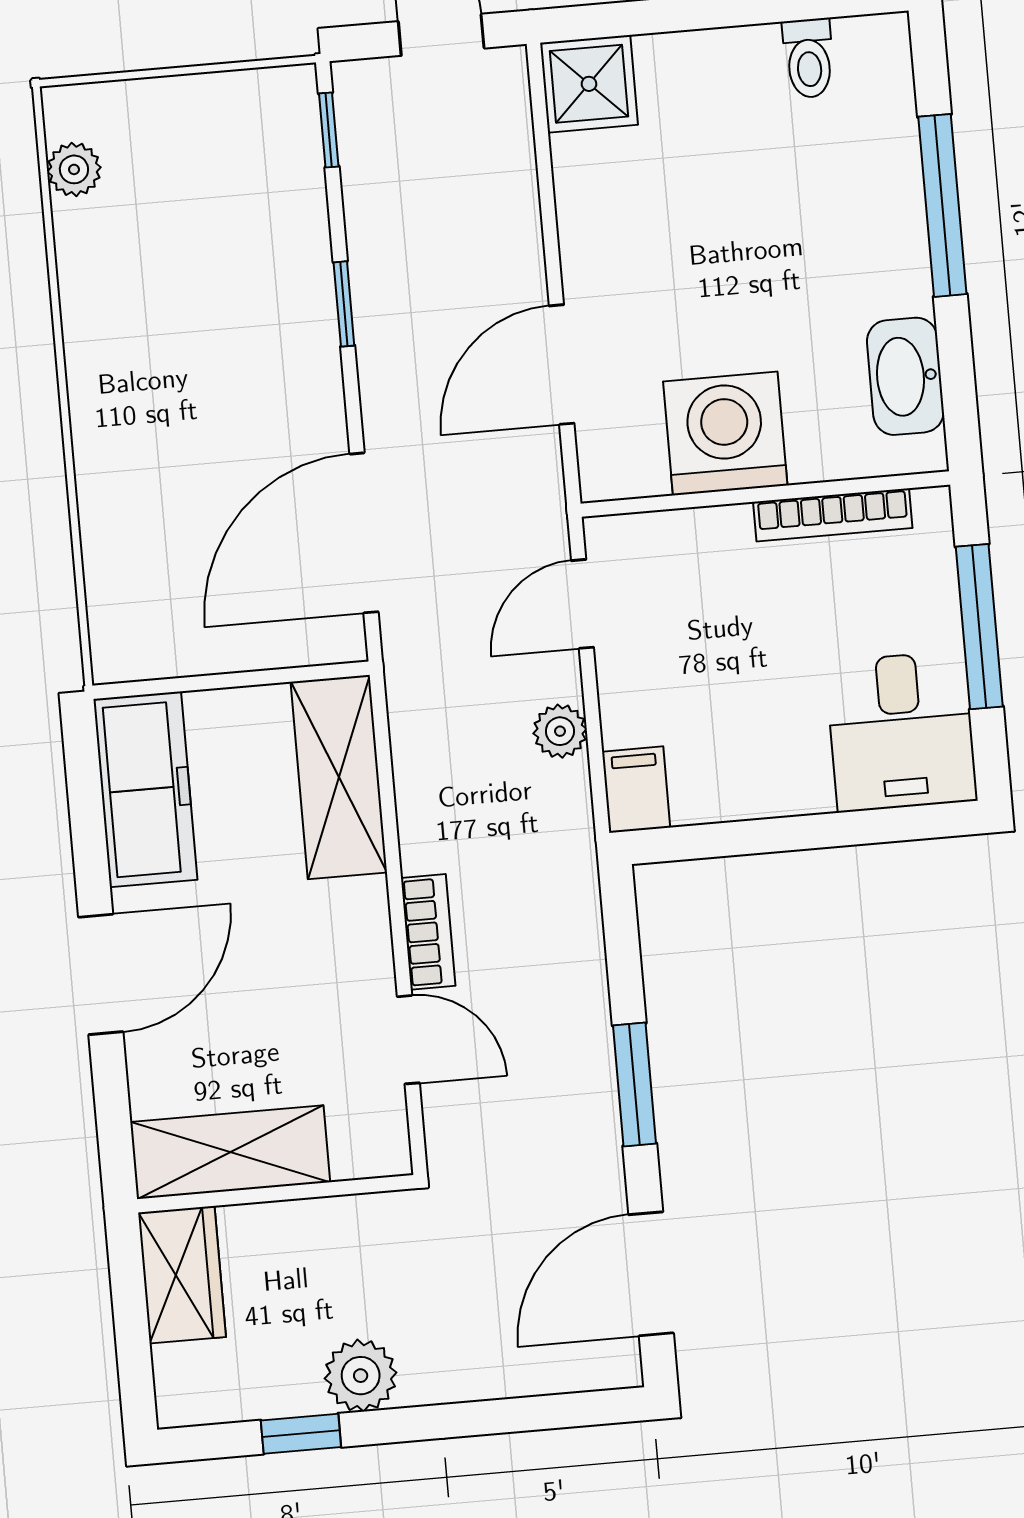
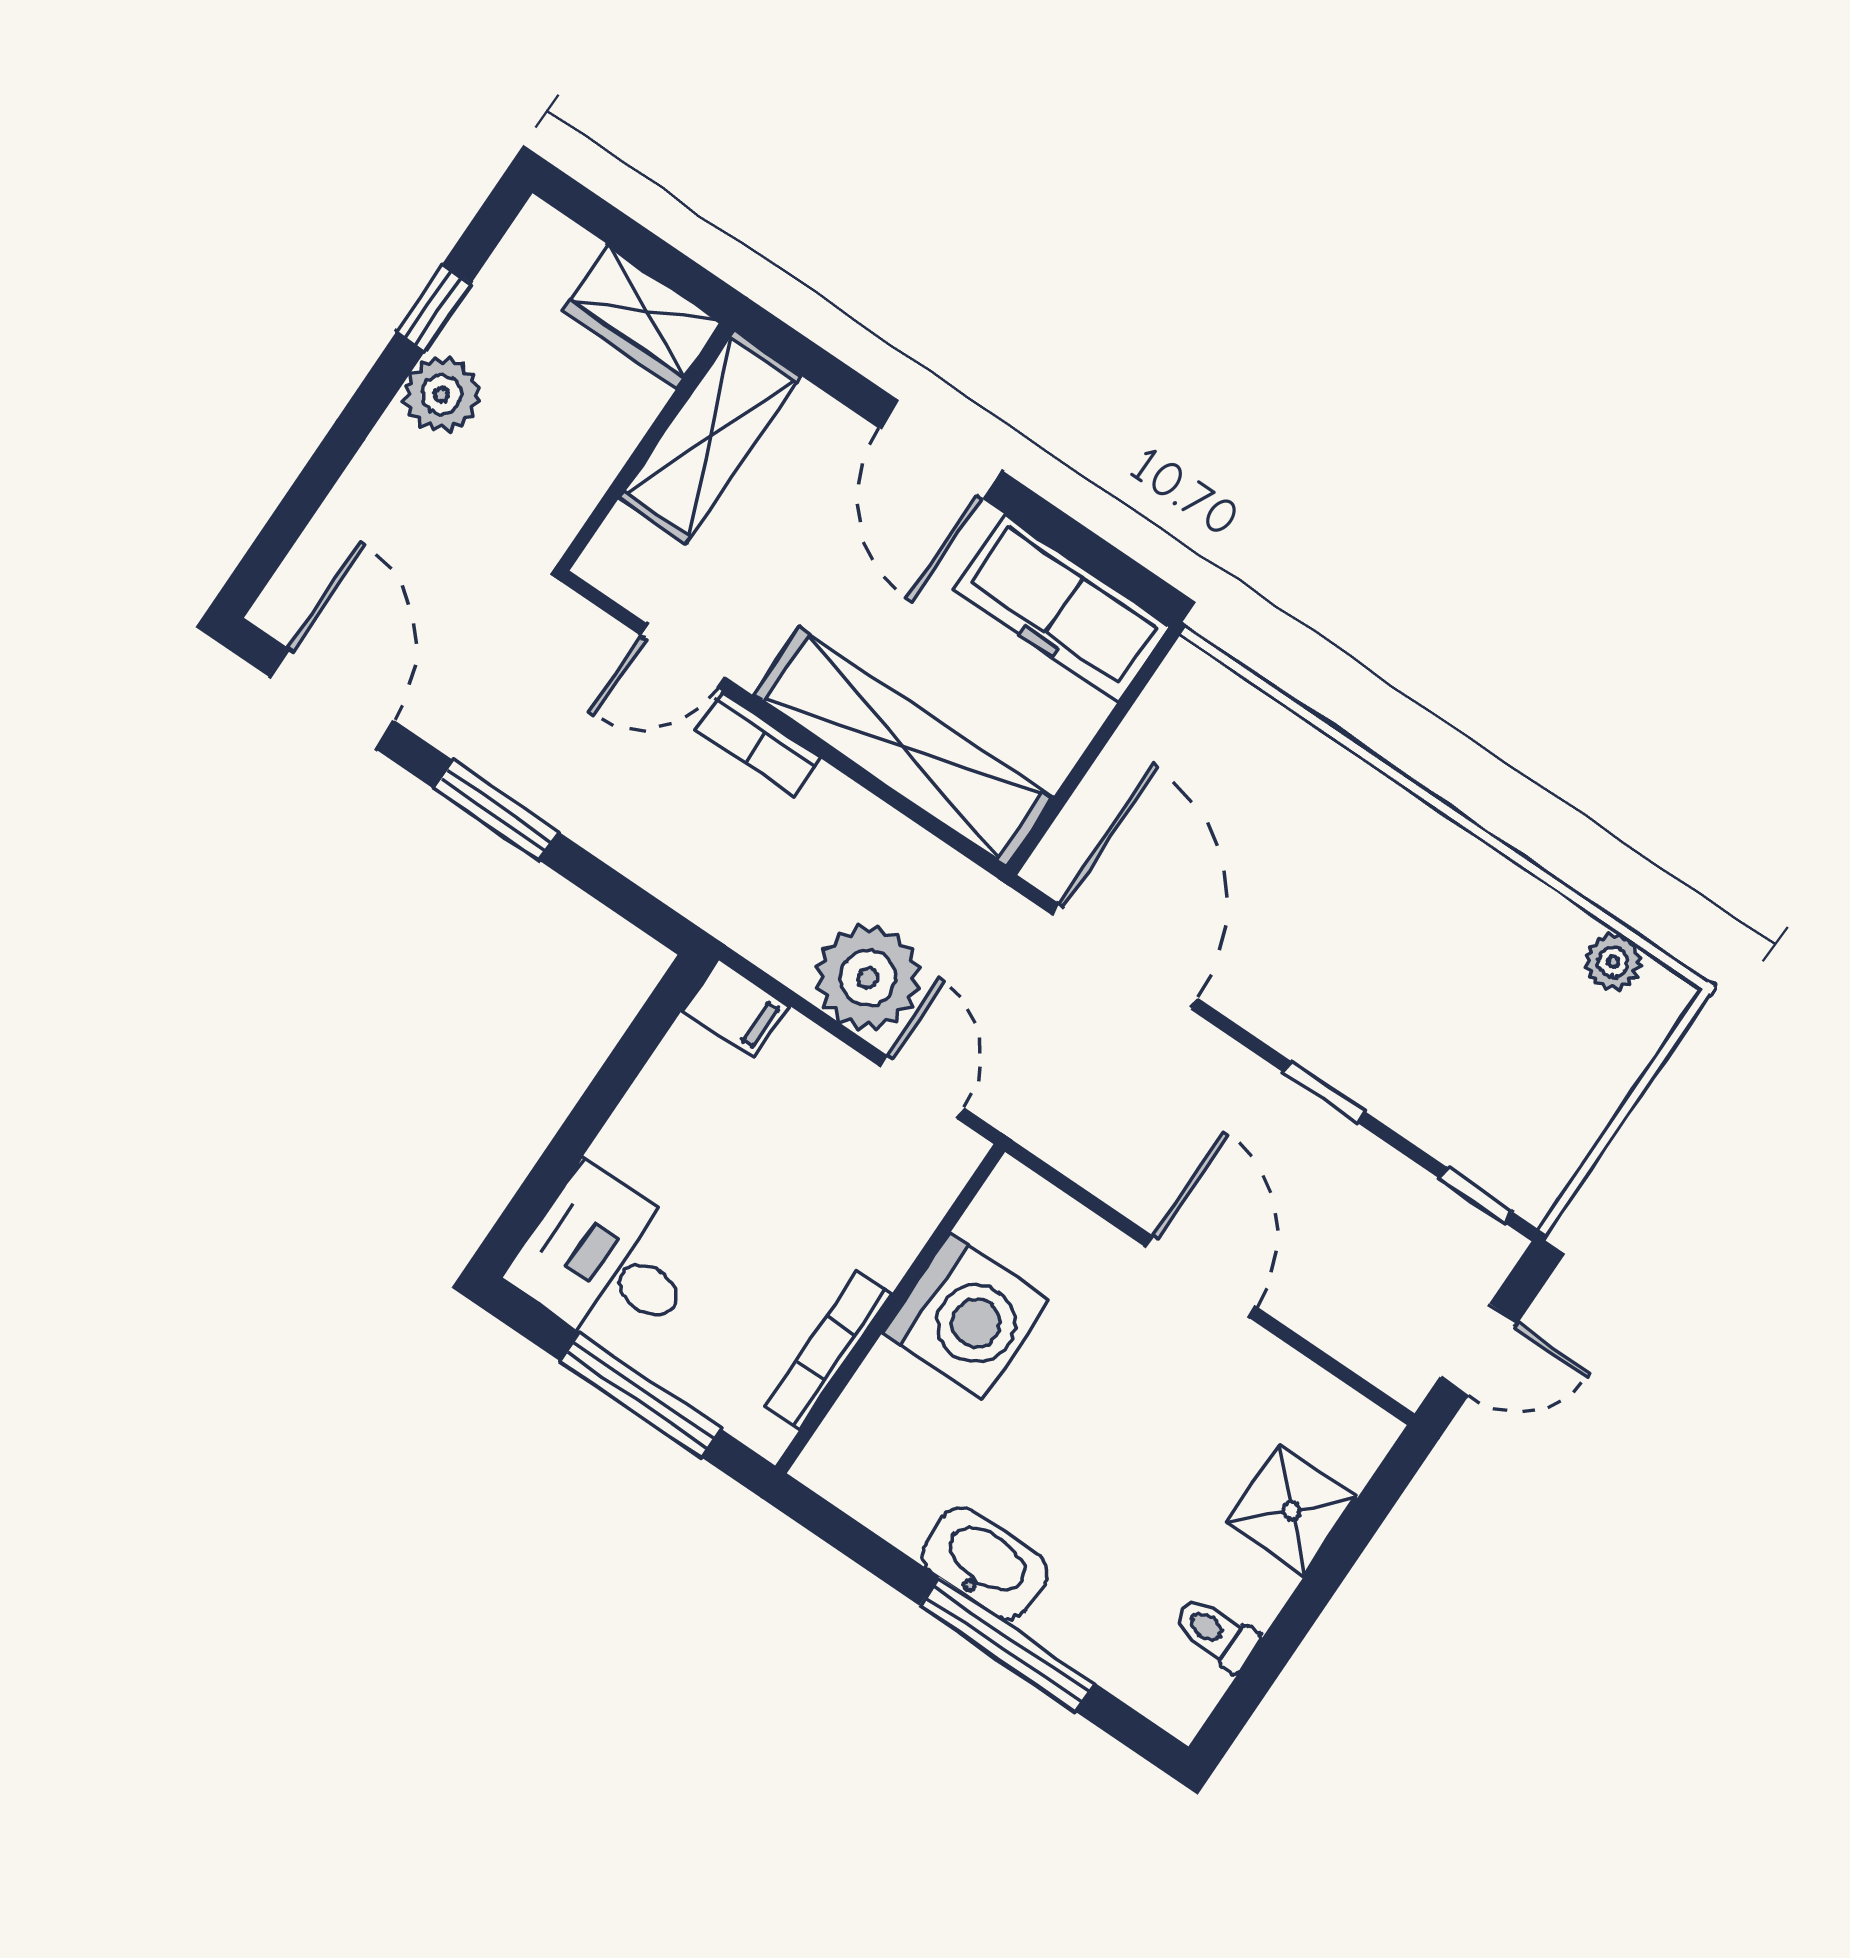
shower: (589, 84) -> (1291, 1511), moved
door: (562, 365) -> (1200, 1276), moved
washbasin: (905, 376) -> (984, 1563), moved
plant: (560, 731) -> (868, 978), width x1.87, depth x1.87
shelving: (339, 777) -> (903, 747), width x1.47

